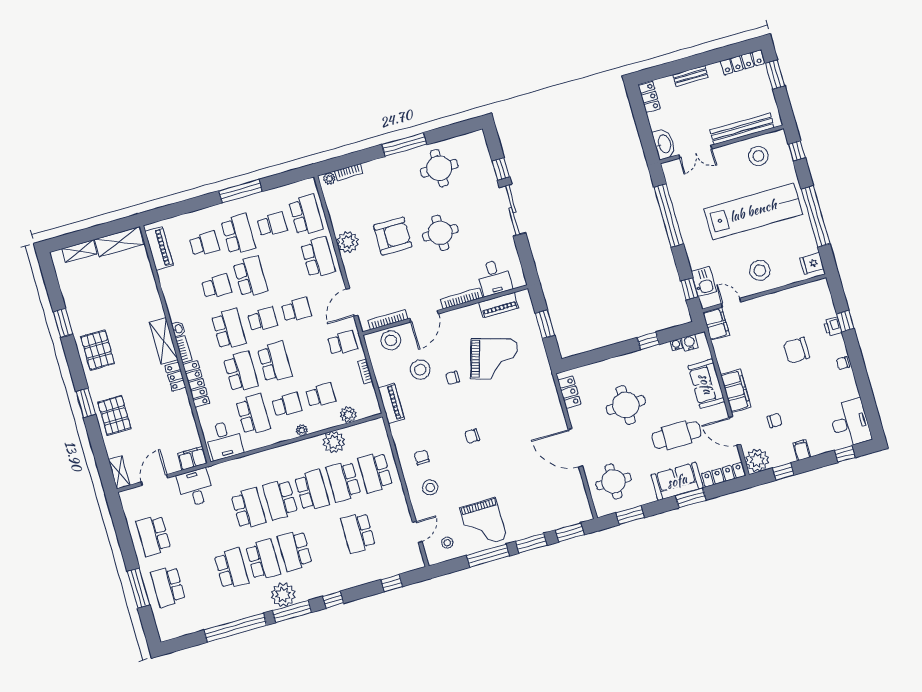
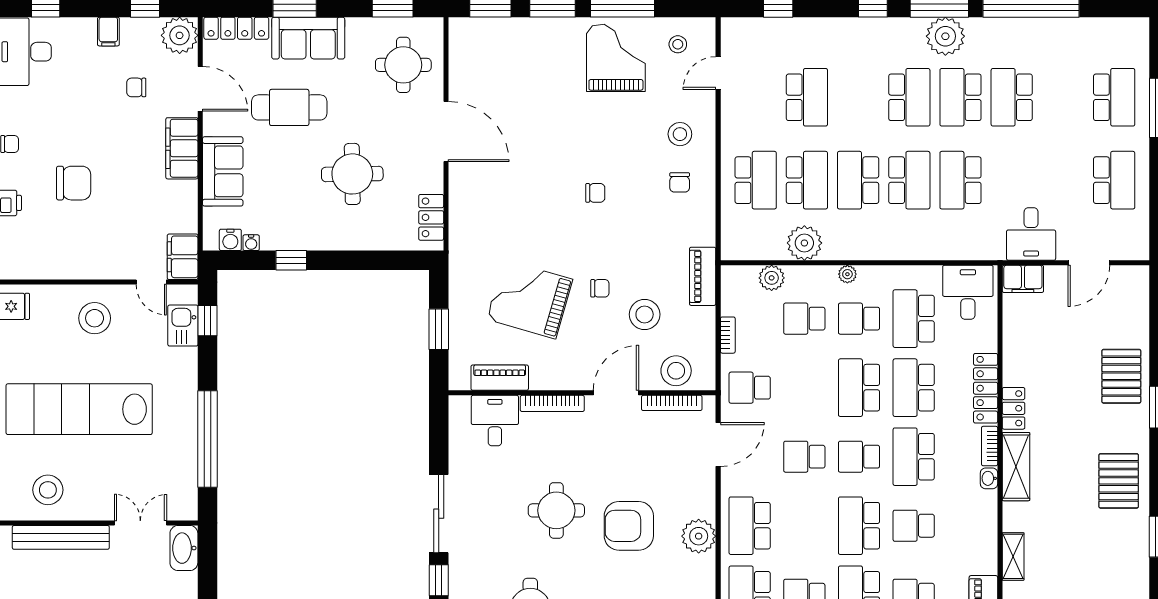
shelving: (119, 472) -> (1013, 556), moved

